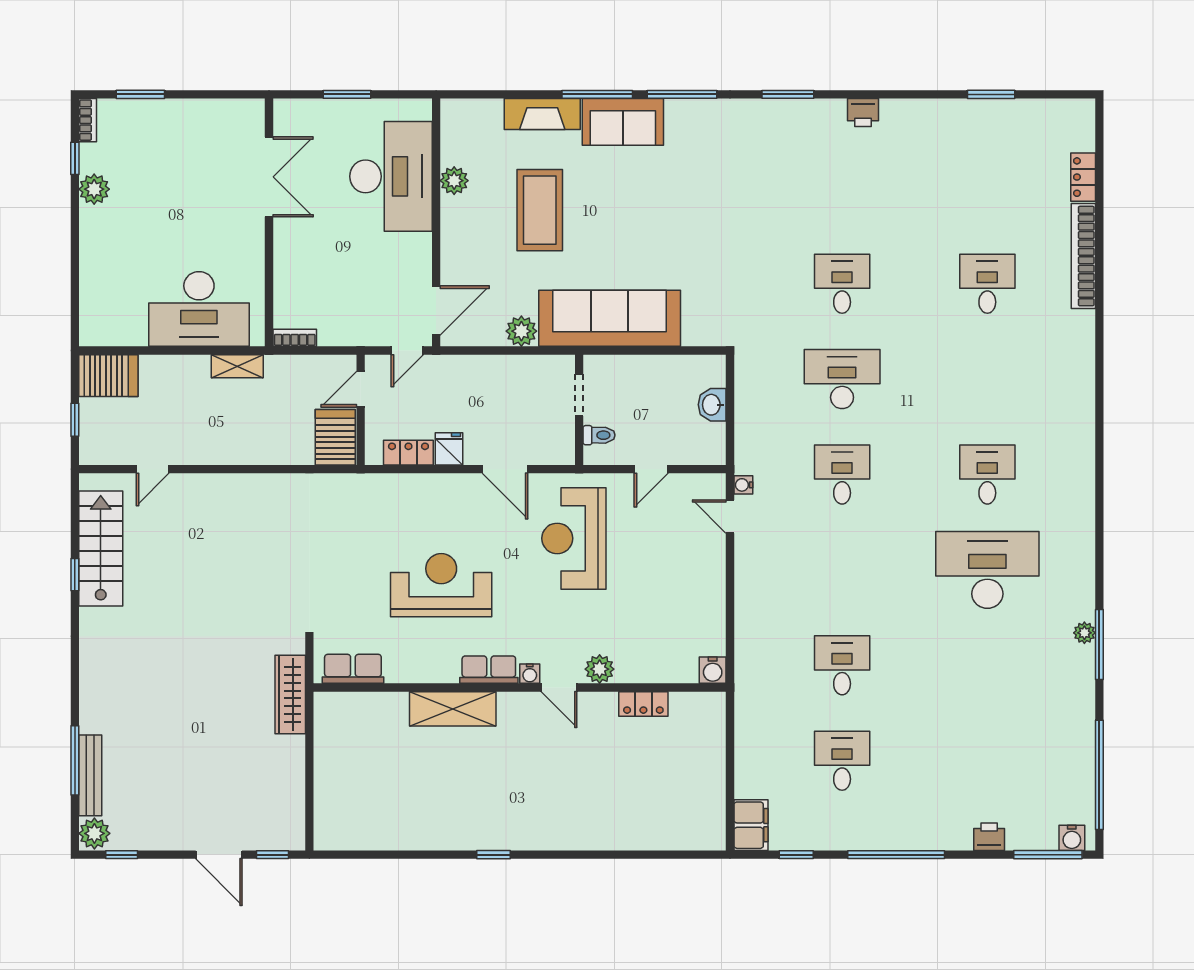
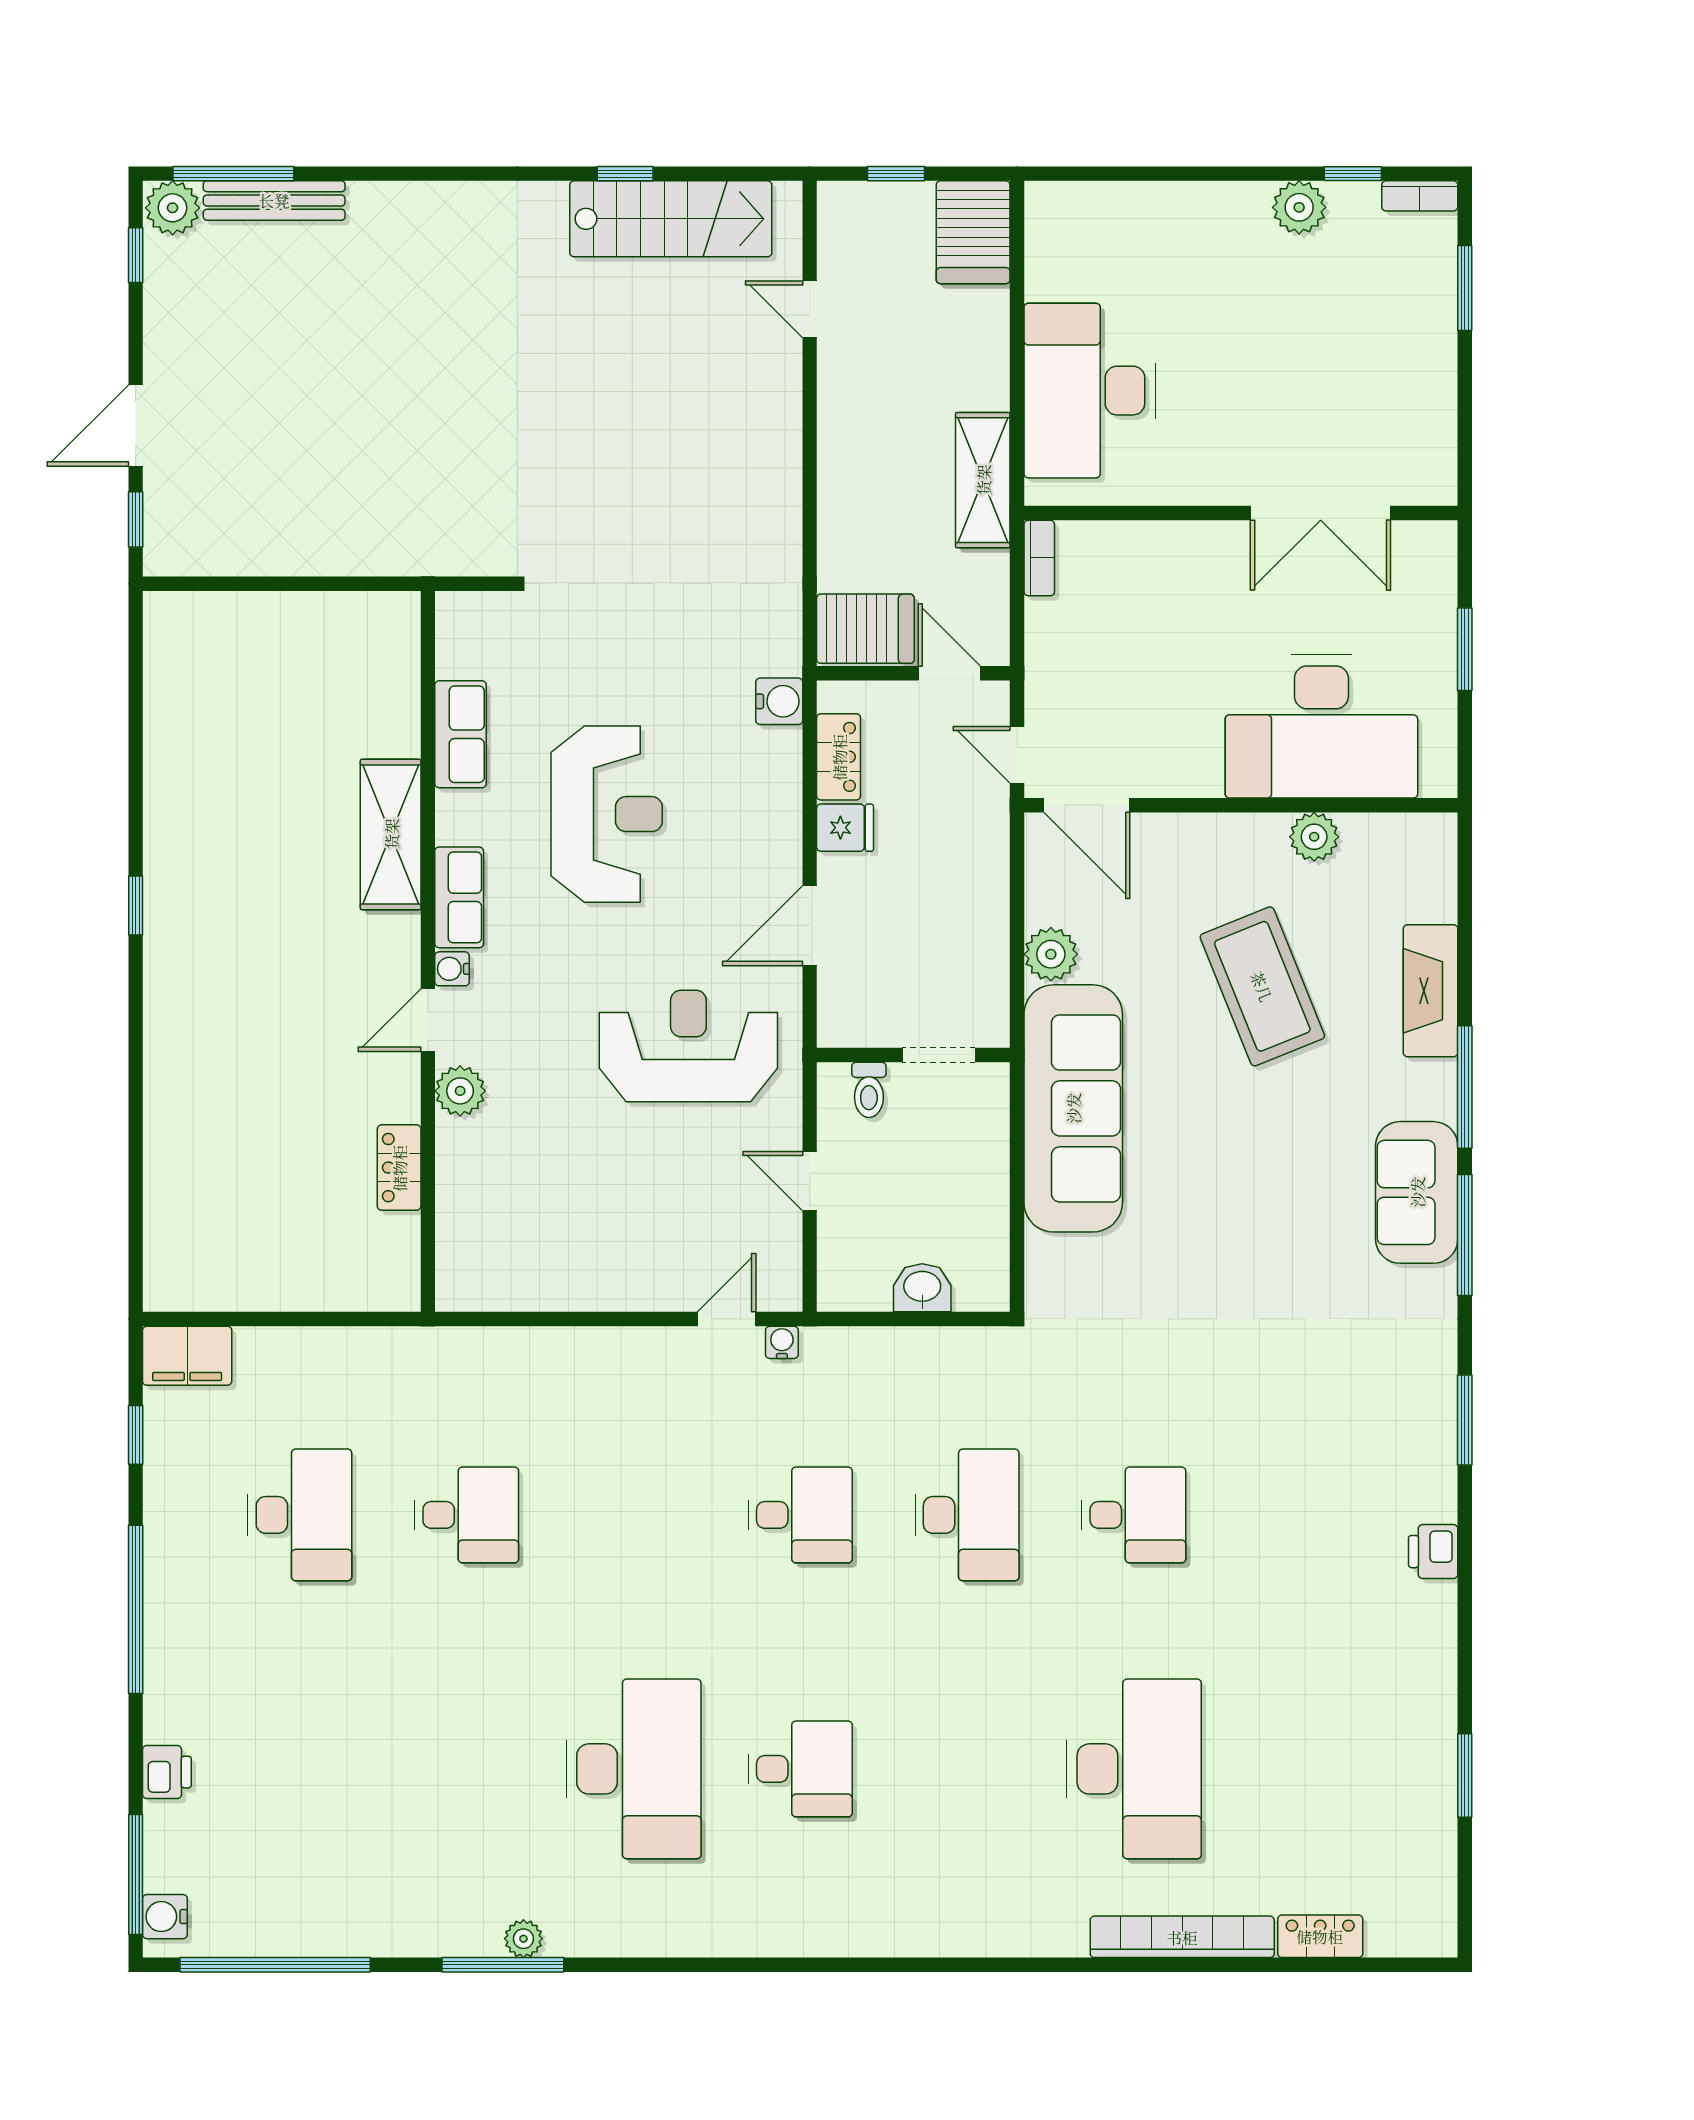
sofa: (623, 122) -> (1417, 1192), moved
coffee table: (540, 210) -> (1262, 986), turned 68
desk: (987, 284) -> (1134, 1769), width x1.87, depth x1.30
shelving: (237, 366) -> (983, 480), width x1.50, depth x1.33
row of seats: (353, 669) -> (461, 734), moved
water cooler: (713, 670) -> (779, 701), moved, turned 180
wardrobe: (290, 694) -> (416, 550), removed
window: (75, 760) -> (233, 174), moved
desk: (842, 761) -> (300, 1515), width x1.37

